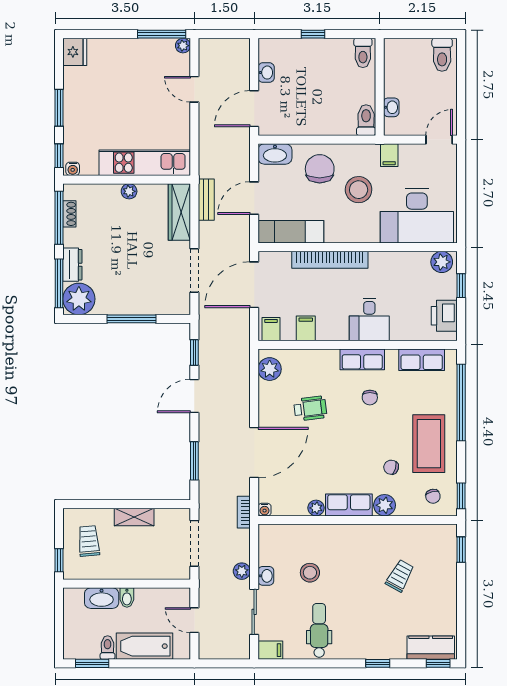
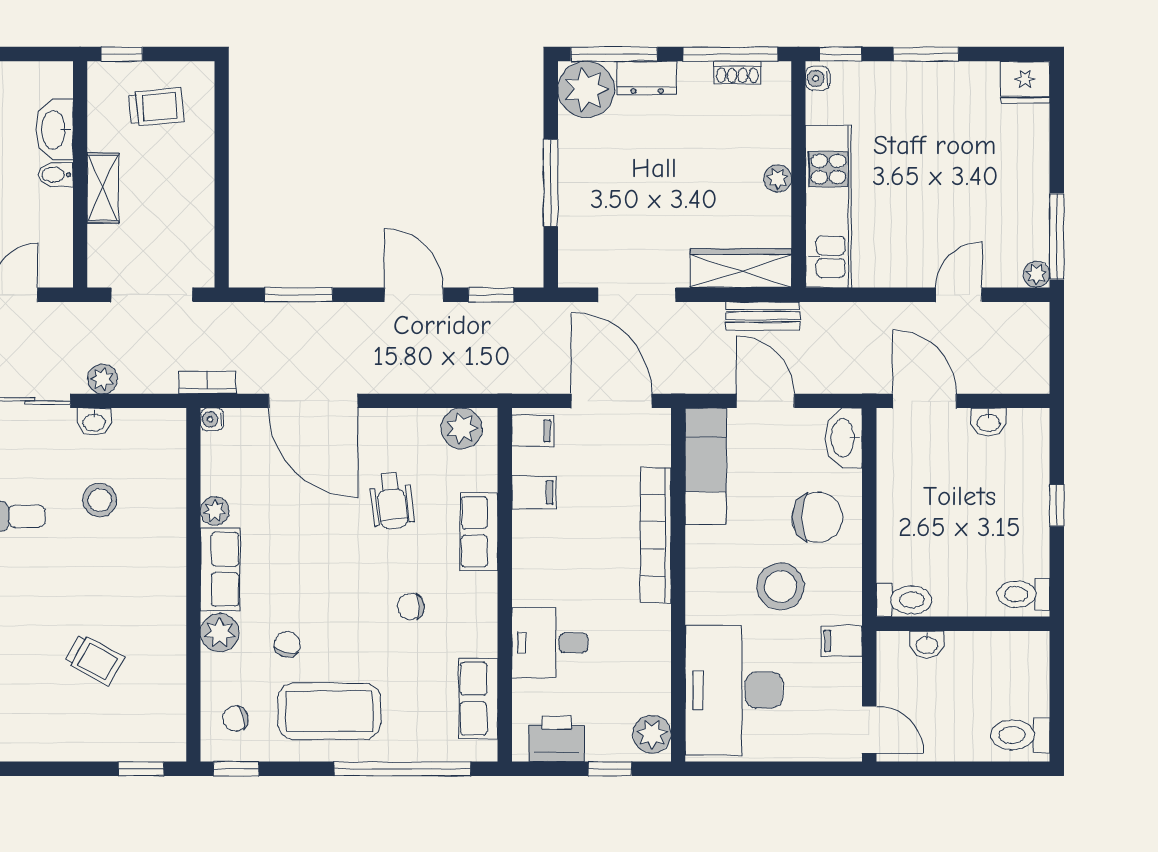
desk: (369, 319) -> (550, 643), moved
row of seats: (362, 359) -> (479, 532), moved
shelving: (134, 517) -> (103, 188), moved

